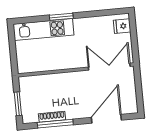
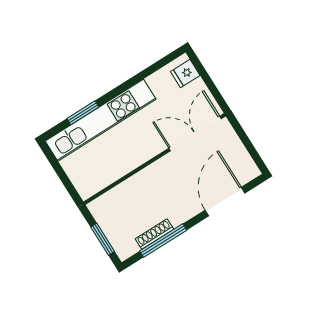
window: (61, 17) -> (83, 113), moved
kitchen unit: (44, 30) -> (101, 120), width x1.36

